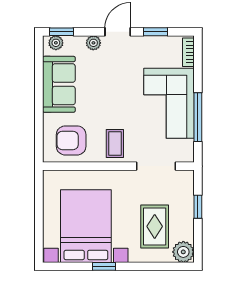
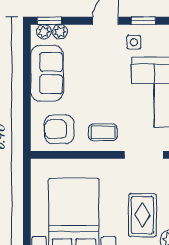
plant: (93, 43) -> (60, 32), moved
side table: (146, 53) -> (134, 42), added
coffee table: (115, 144) -> (103, 132), turned 90

